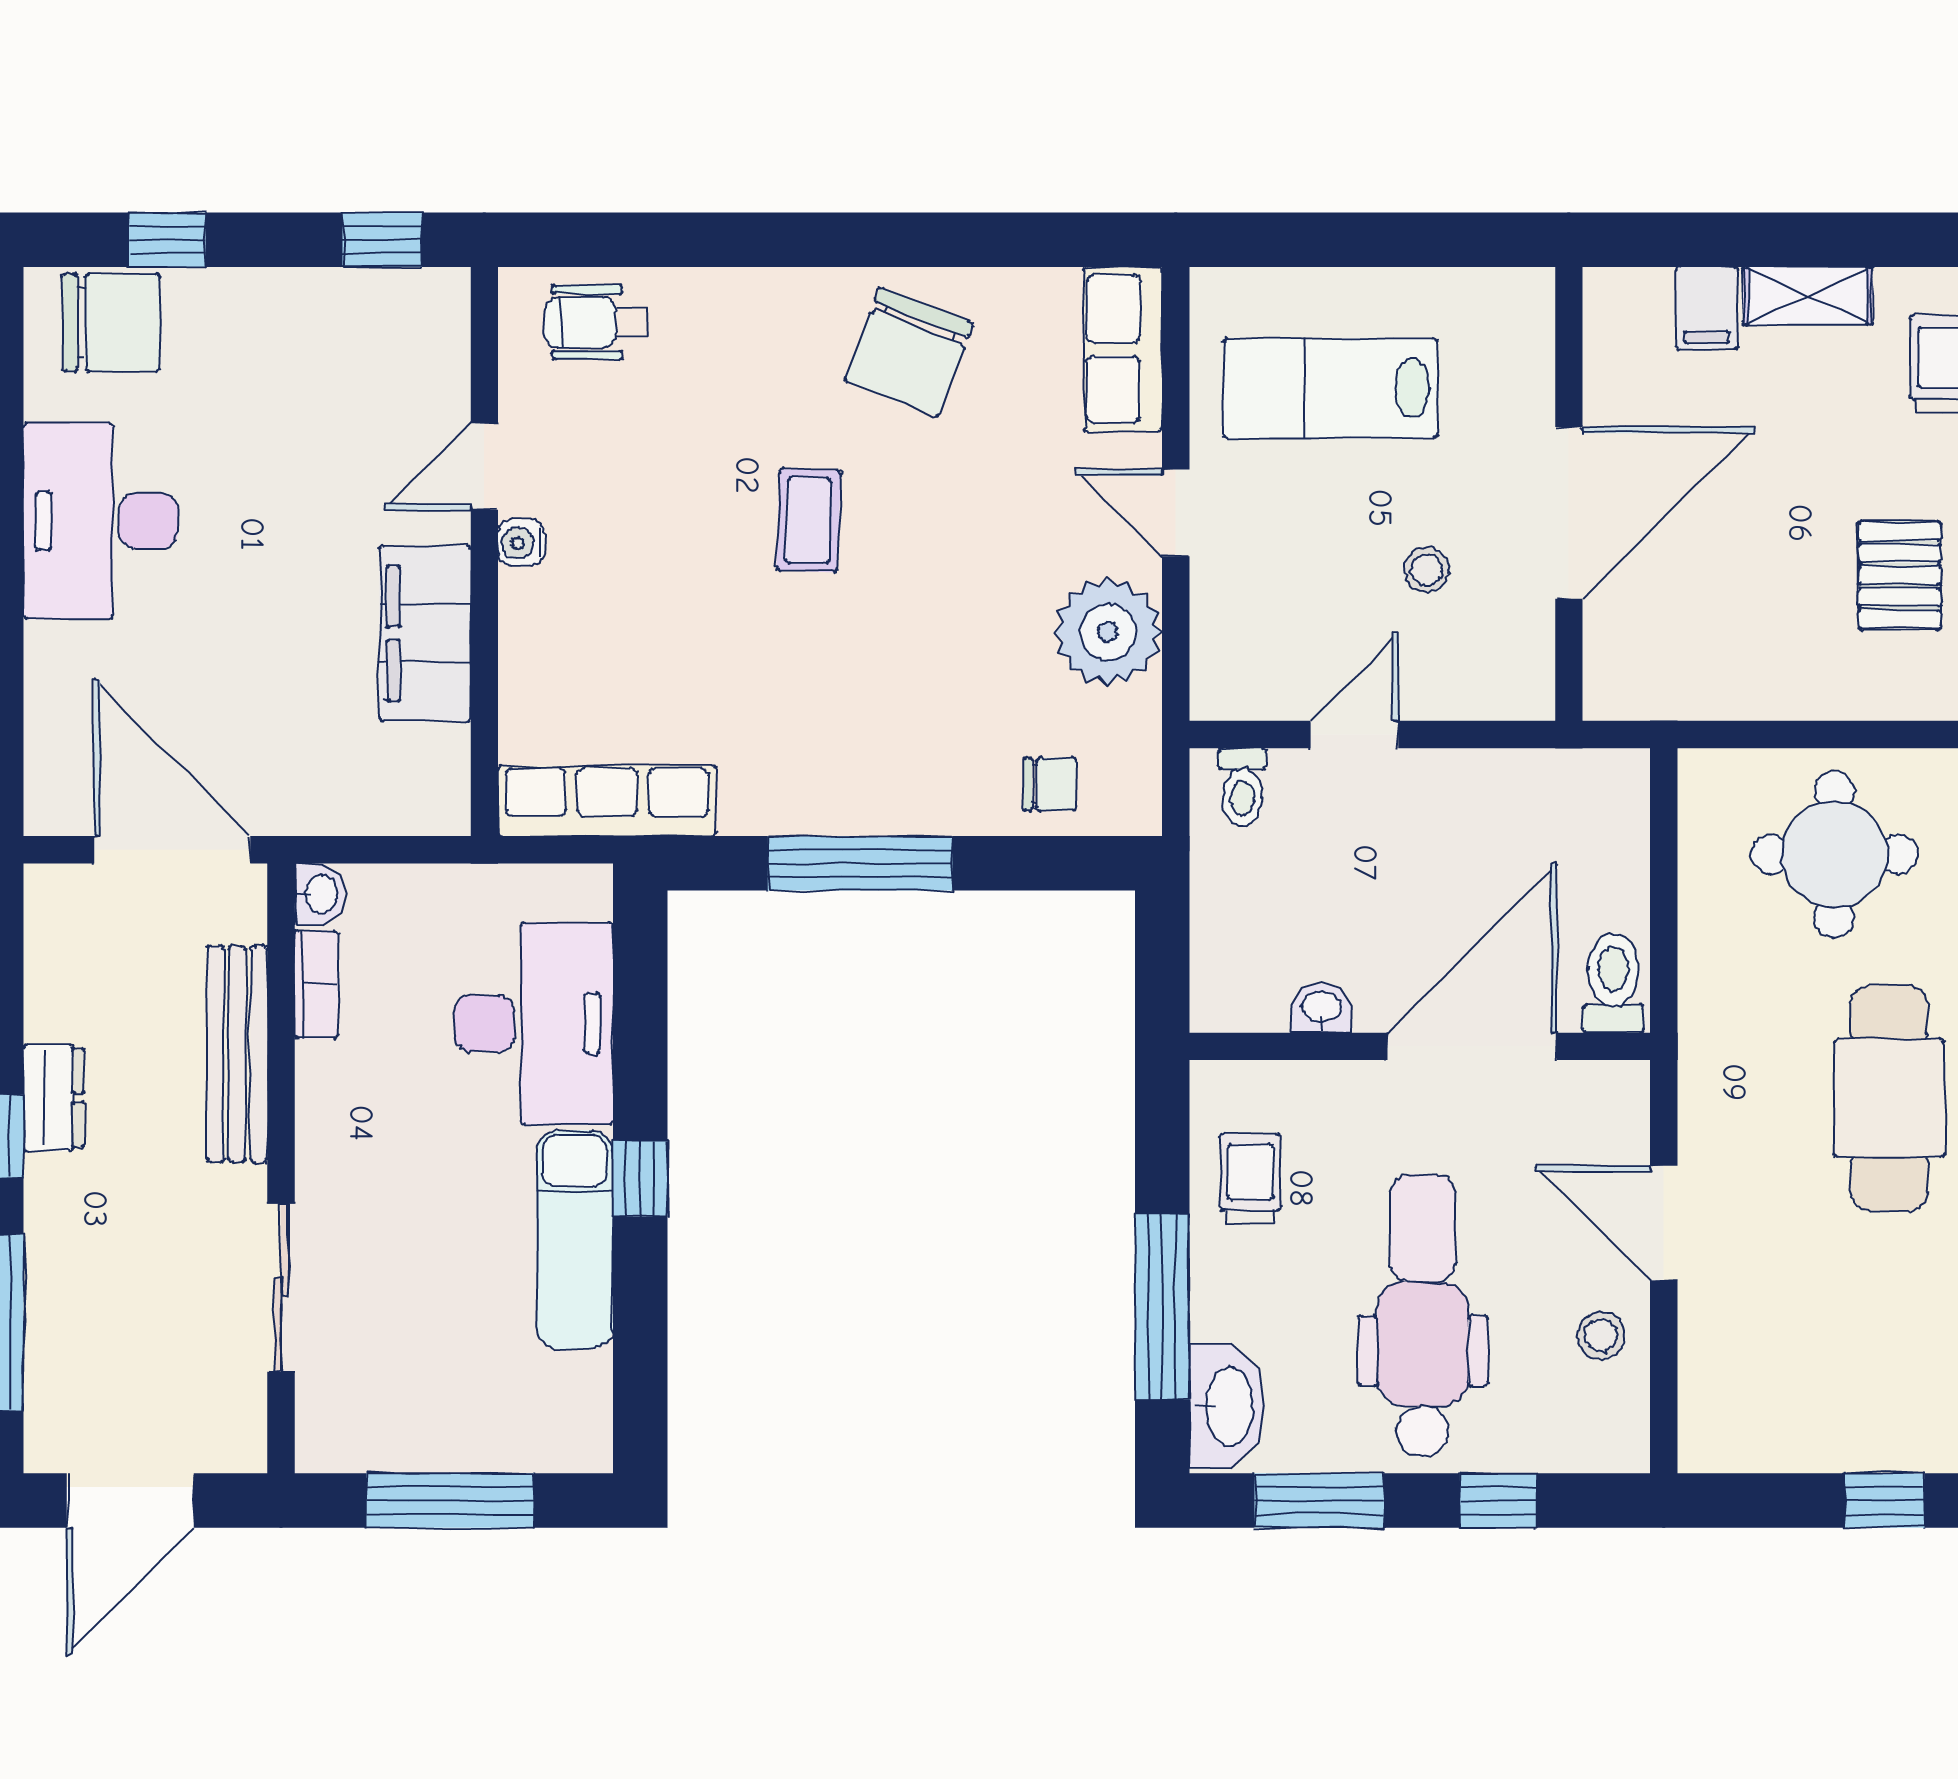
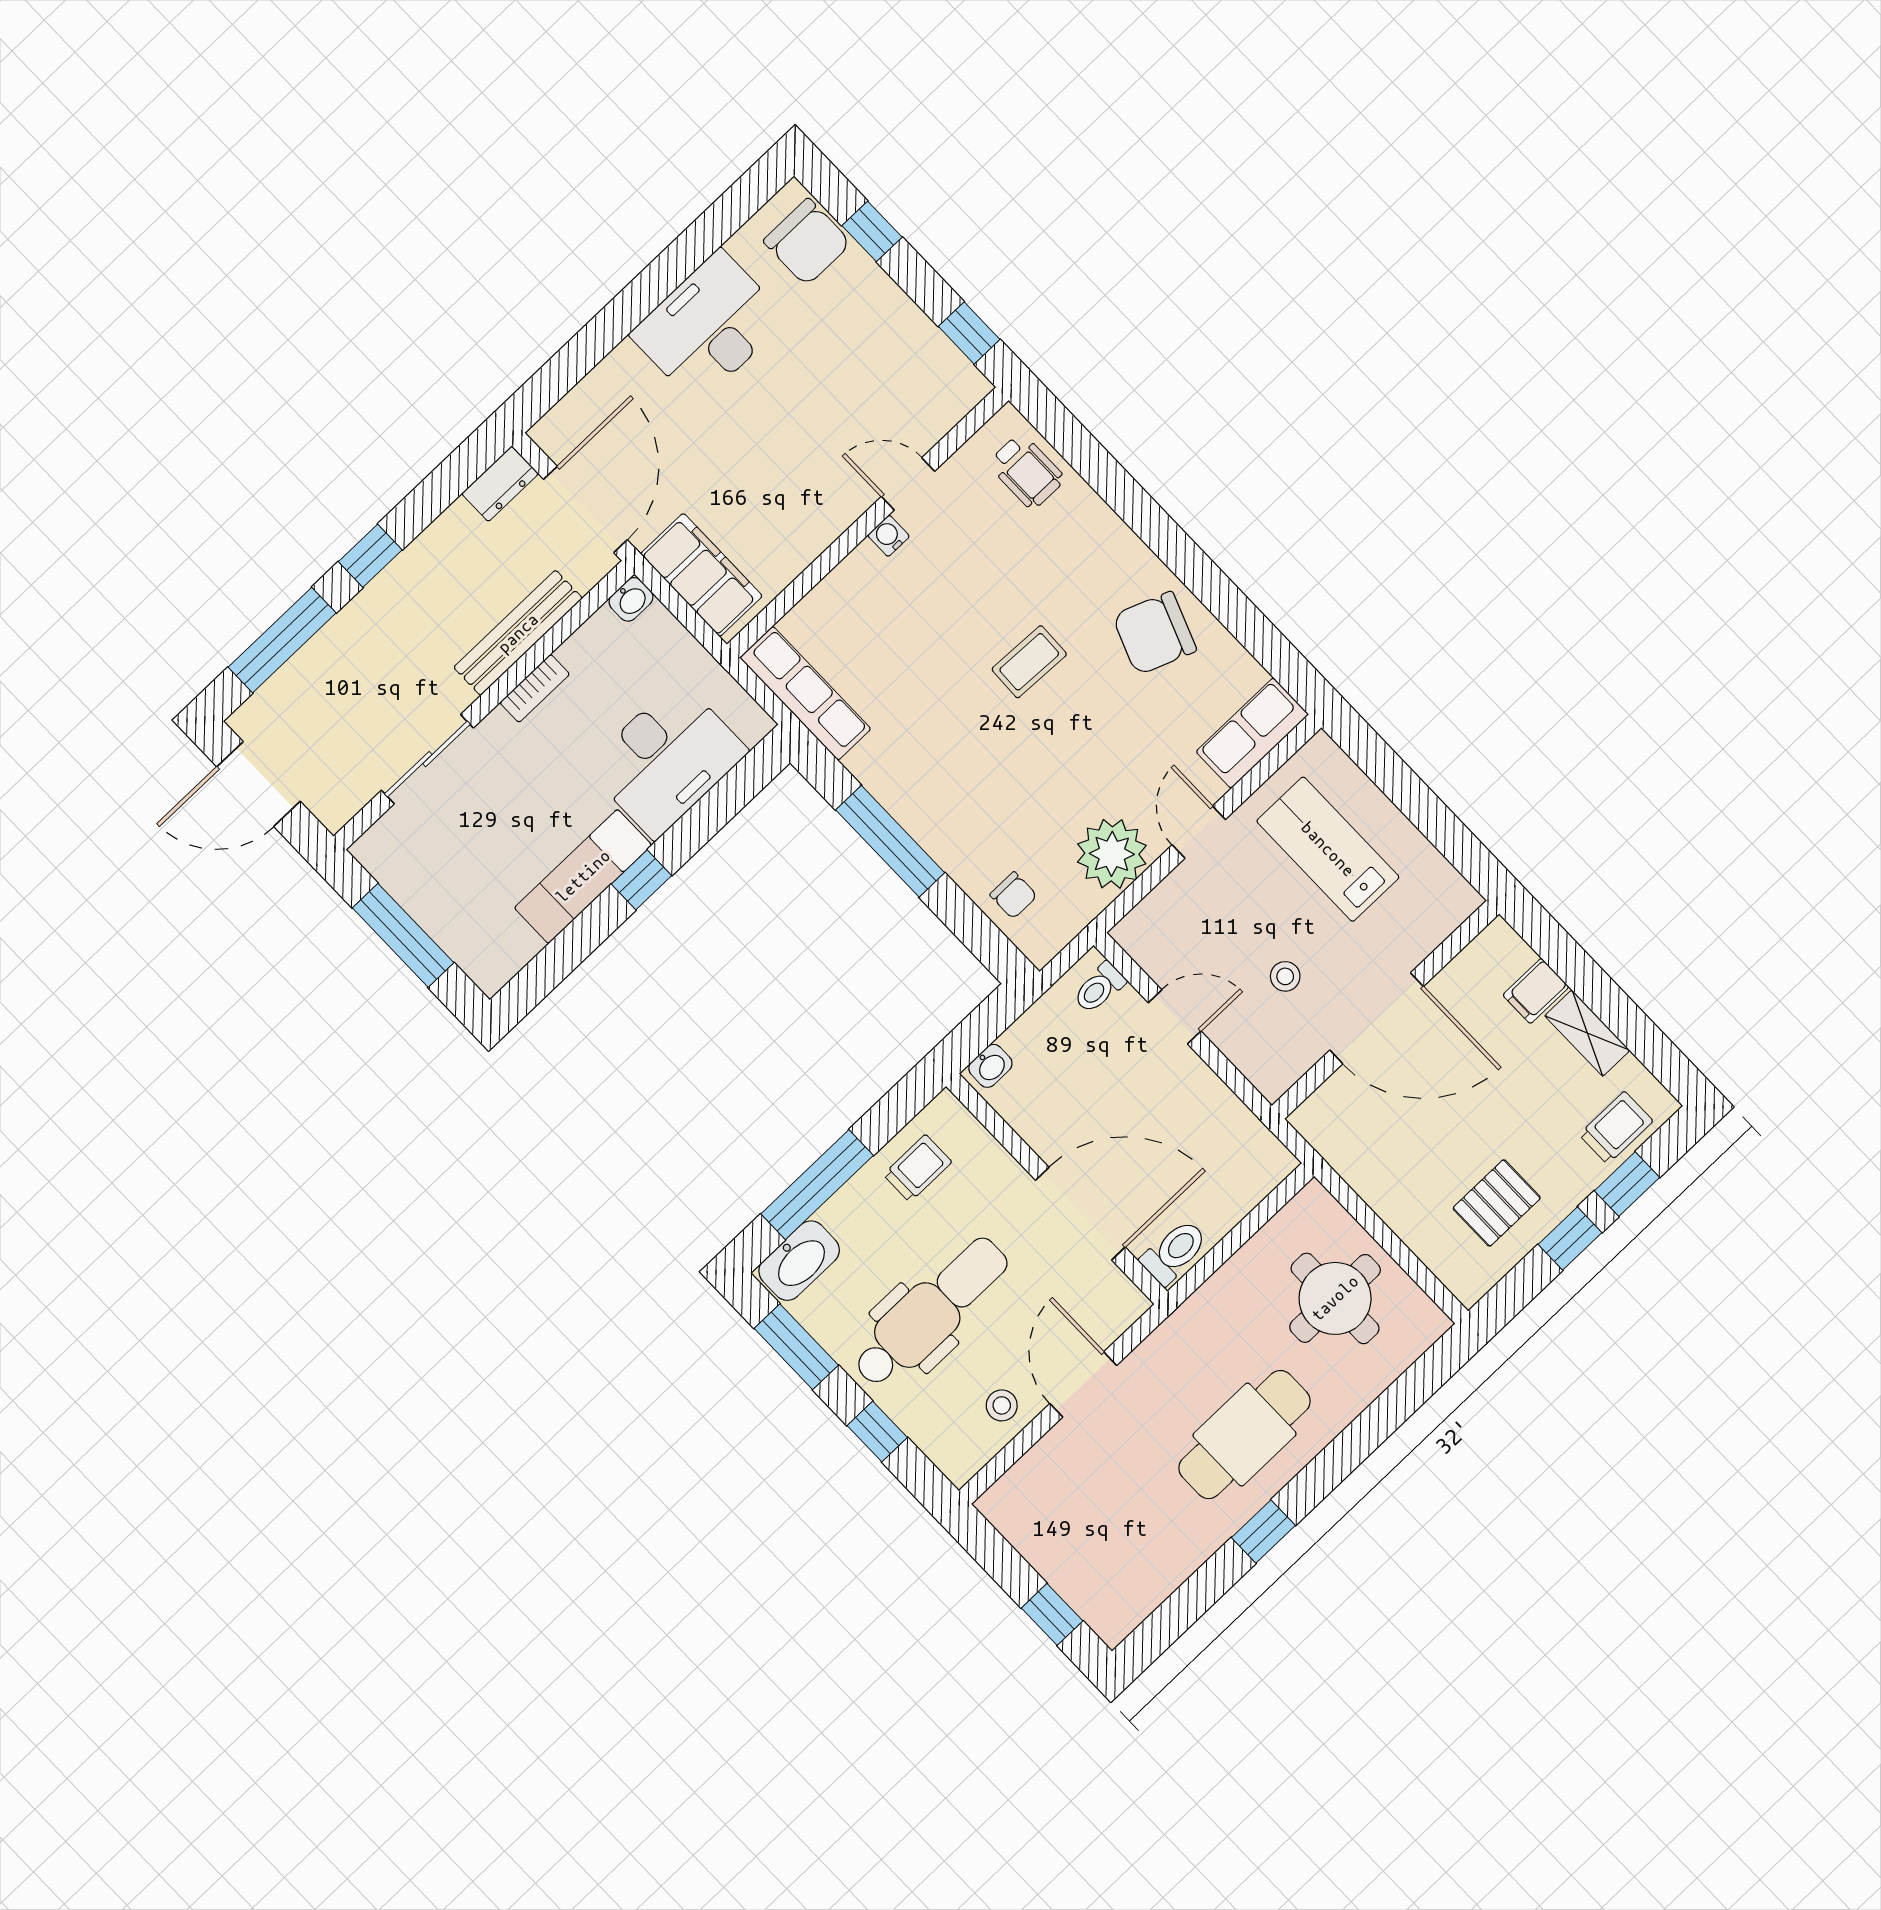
wheelchair: (596, 322) -> (1027, 471), turned 180
filing cabinet: (425, 633) -> (701, 575), moved, turned 90
bookcase: (316, 985) -> (535, 688), moved
washbasin: (1321, 1008) -> (990, 1066), moved, turned 90
dresser: (53, 1098) -> (500, 484), moved

